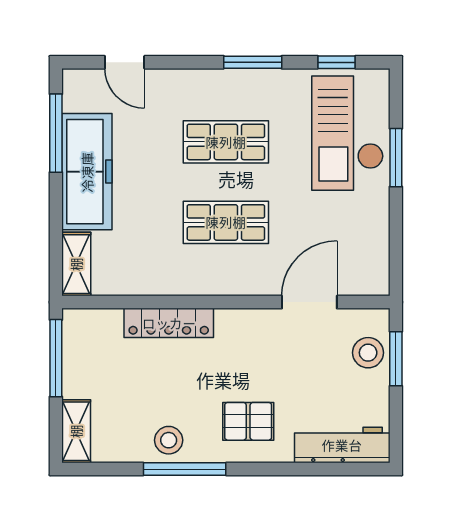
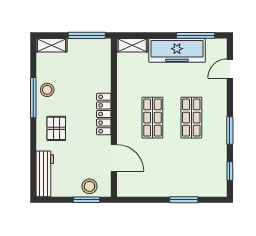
checkout: (348, 133) -> (196, 176), removed
locker: (169, 323) -> (104, 114), moved

